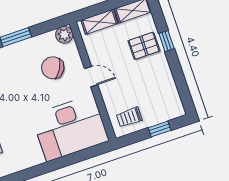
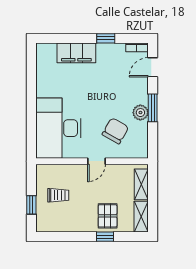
plant: (64, 35) -> (140, 113), moved
trolley: (129, 117) -> (58, 195), moved, turned 90

